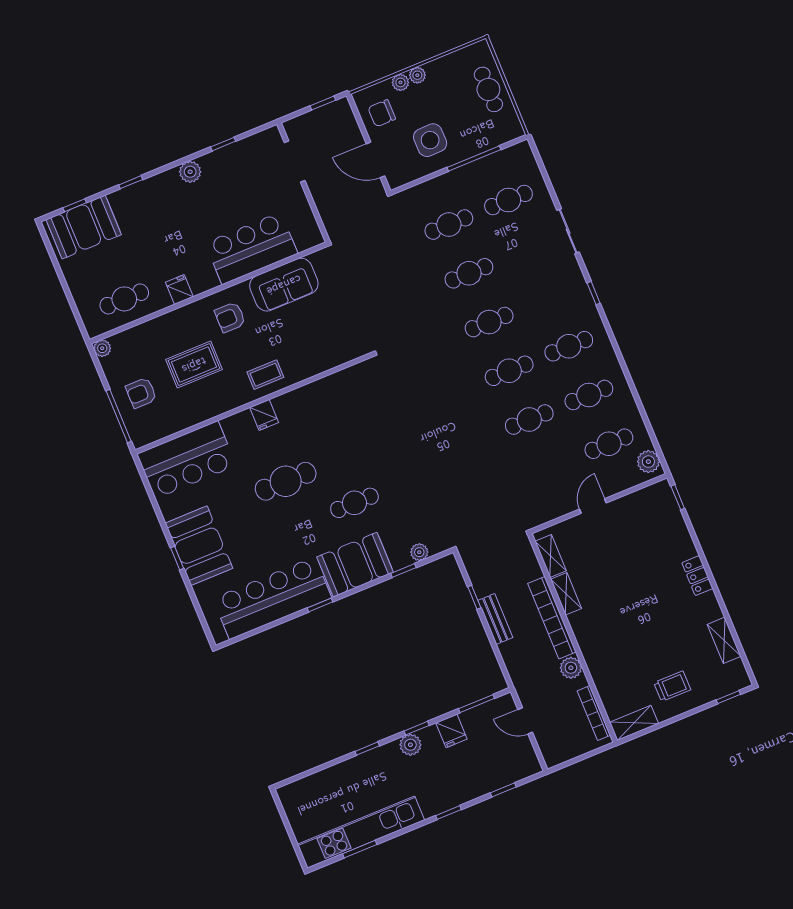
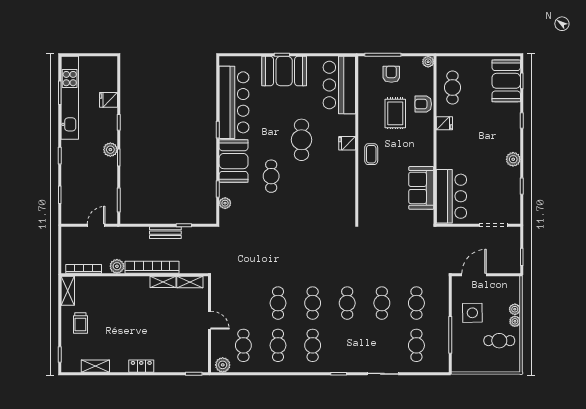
cafe table: (488, 89) -> (499, 341), moved
chair: (382, 113) -> (501, 290), removed
bar counter: (251, 248) -> (451, 196), moved
armchair: (230, 317) -> (423, 104), moved, turned -90
fridge: (451, 731) -> (109, 100), moved

